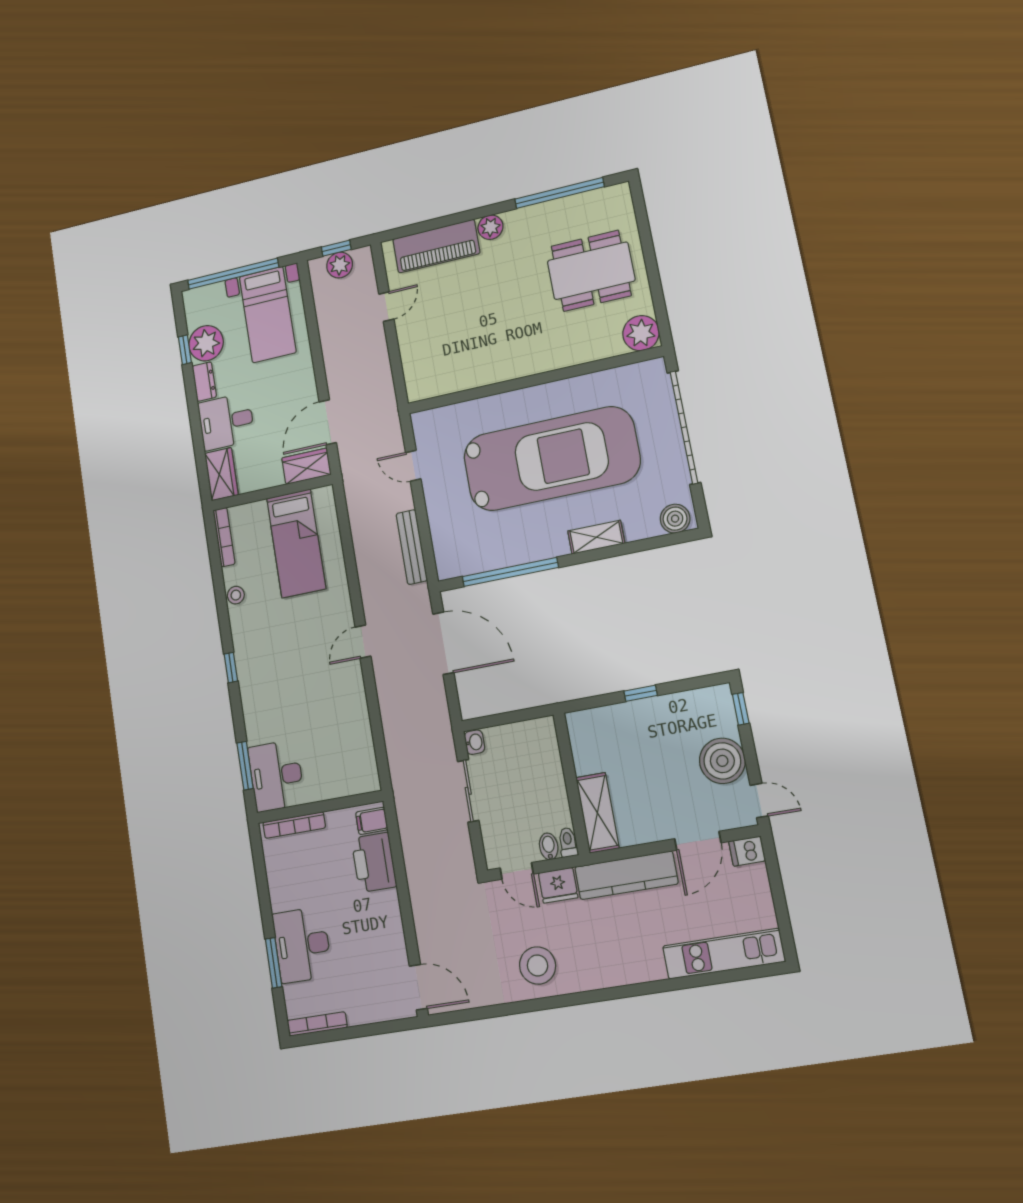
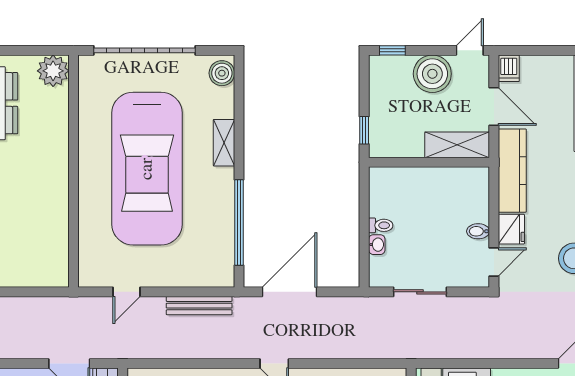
car: (551, 459) -> (147, 169), turned 180
washbasin: (474, 742) -> (377, 245), moved, turned 90
wall: (571, 783) -> (429, 162), moved
shelving: (597, 813) -> (457, 145), moved
toilet: (568, 842) -> (381, 225), moved, turned 180

